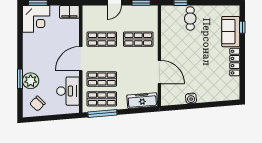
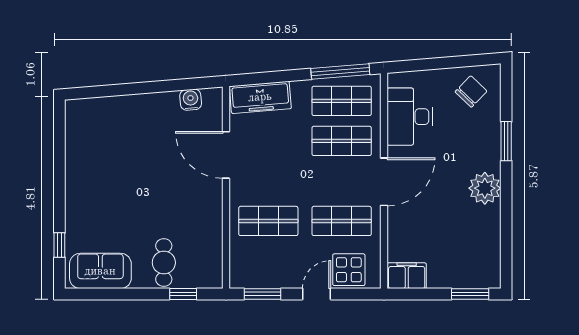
display table: (98, 15) -> (349, 270), added
corner desk: (36, 19) -> (474, 262), removed
sofa: (231, 32) -> (100, 271), moved, turned -90
locker: (235, 62) -> (74, 175), removed
plant: (31, 81) -> (485, 188), moved
water cooler: (191, 98) -> (191, 100), moved

